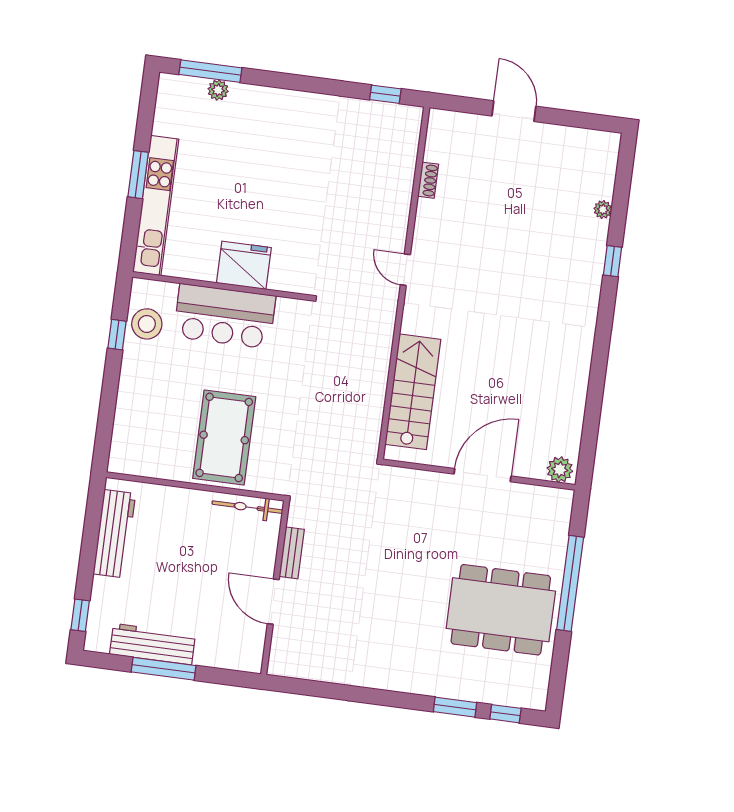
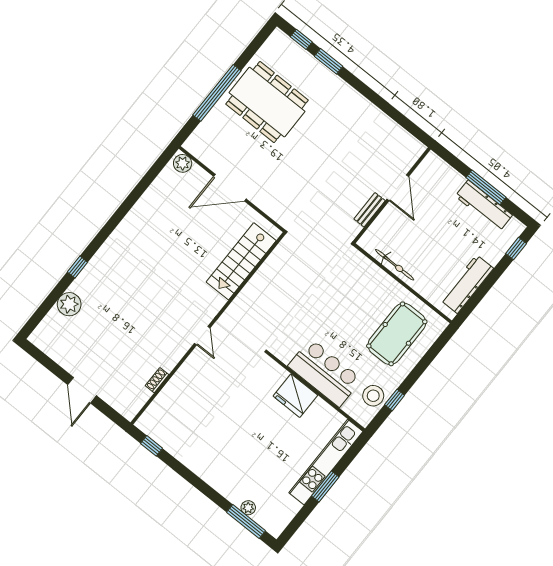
plant: (603, 210) -> (69, 304), width x1.87, depth x1.87
pool table: (224, 437) -> (397, 334), moved
bicycle: (247, 507) -> (395, 265), moved

